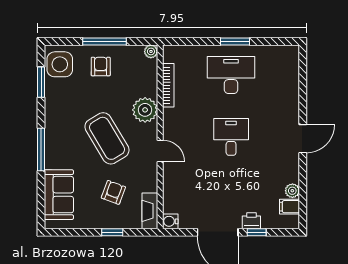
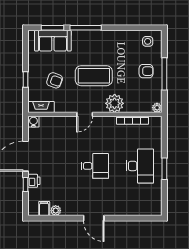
side table: (60, 64) -> (148, 41), width x0.54, depth x0.54
window: (41, 82) -> (52, 28), moved
coffee table: (107, 138) -> (94, 76), turned 31

